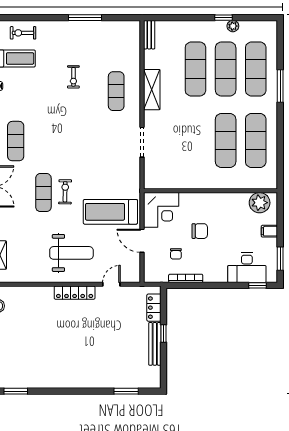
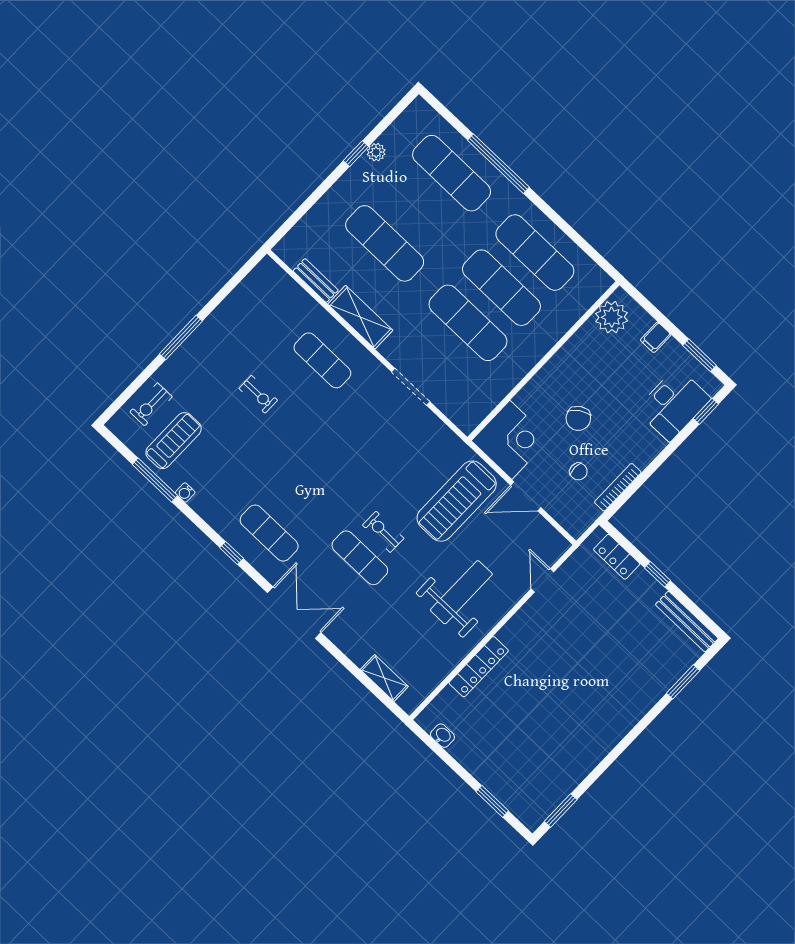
window: (85, 18) -> (181, 337), moved
bench: (149, 35) -> (316, 281), moved
exercise mat: (226, 69) -> (468, 323), moved
window: (280, 86) -> (498, 164), width x1.46
chair: (200, 231) -> (578, 418), turned 146
locker: (75, 293) -> (479, 667), moved
bench: (155, 344) -> (687, 622), moved

